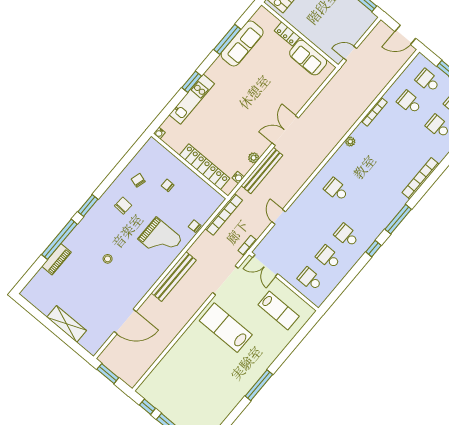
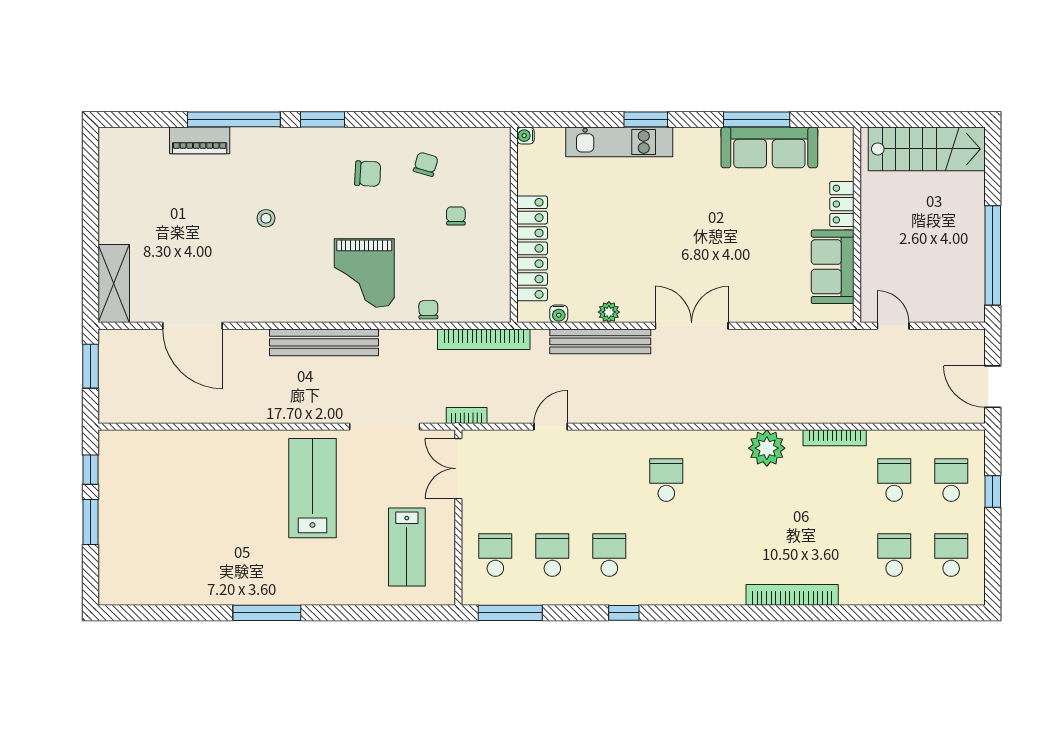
plant: (350, 142) -> (767, 448), width x1.87, depth x1.87
window: (398, 219) -> (510, 613), moved
shelving: (67, 324) -> (114, 284), moved

